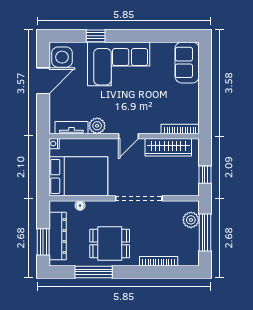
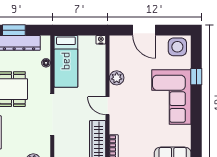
door: (43, 81) -> (144, 30), moved
tv unit: (71, 128) -> (115, 55), removed
bed: (78, 176) -> (66, 61), width x0.67

